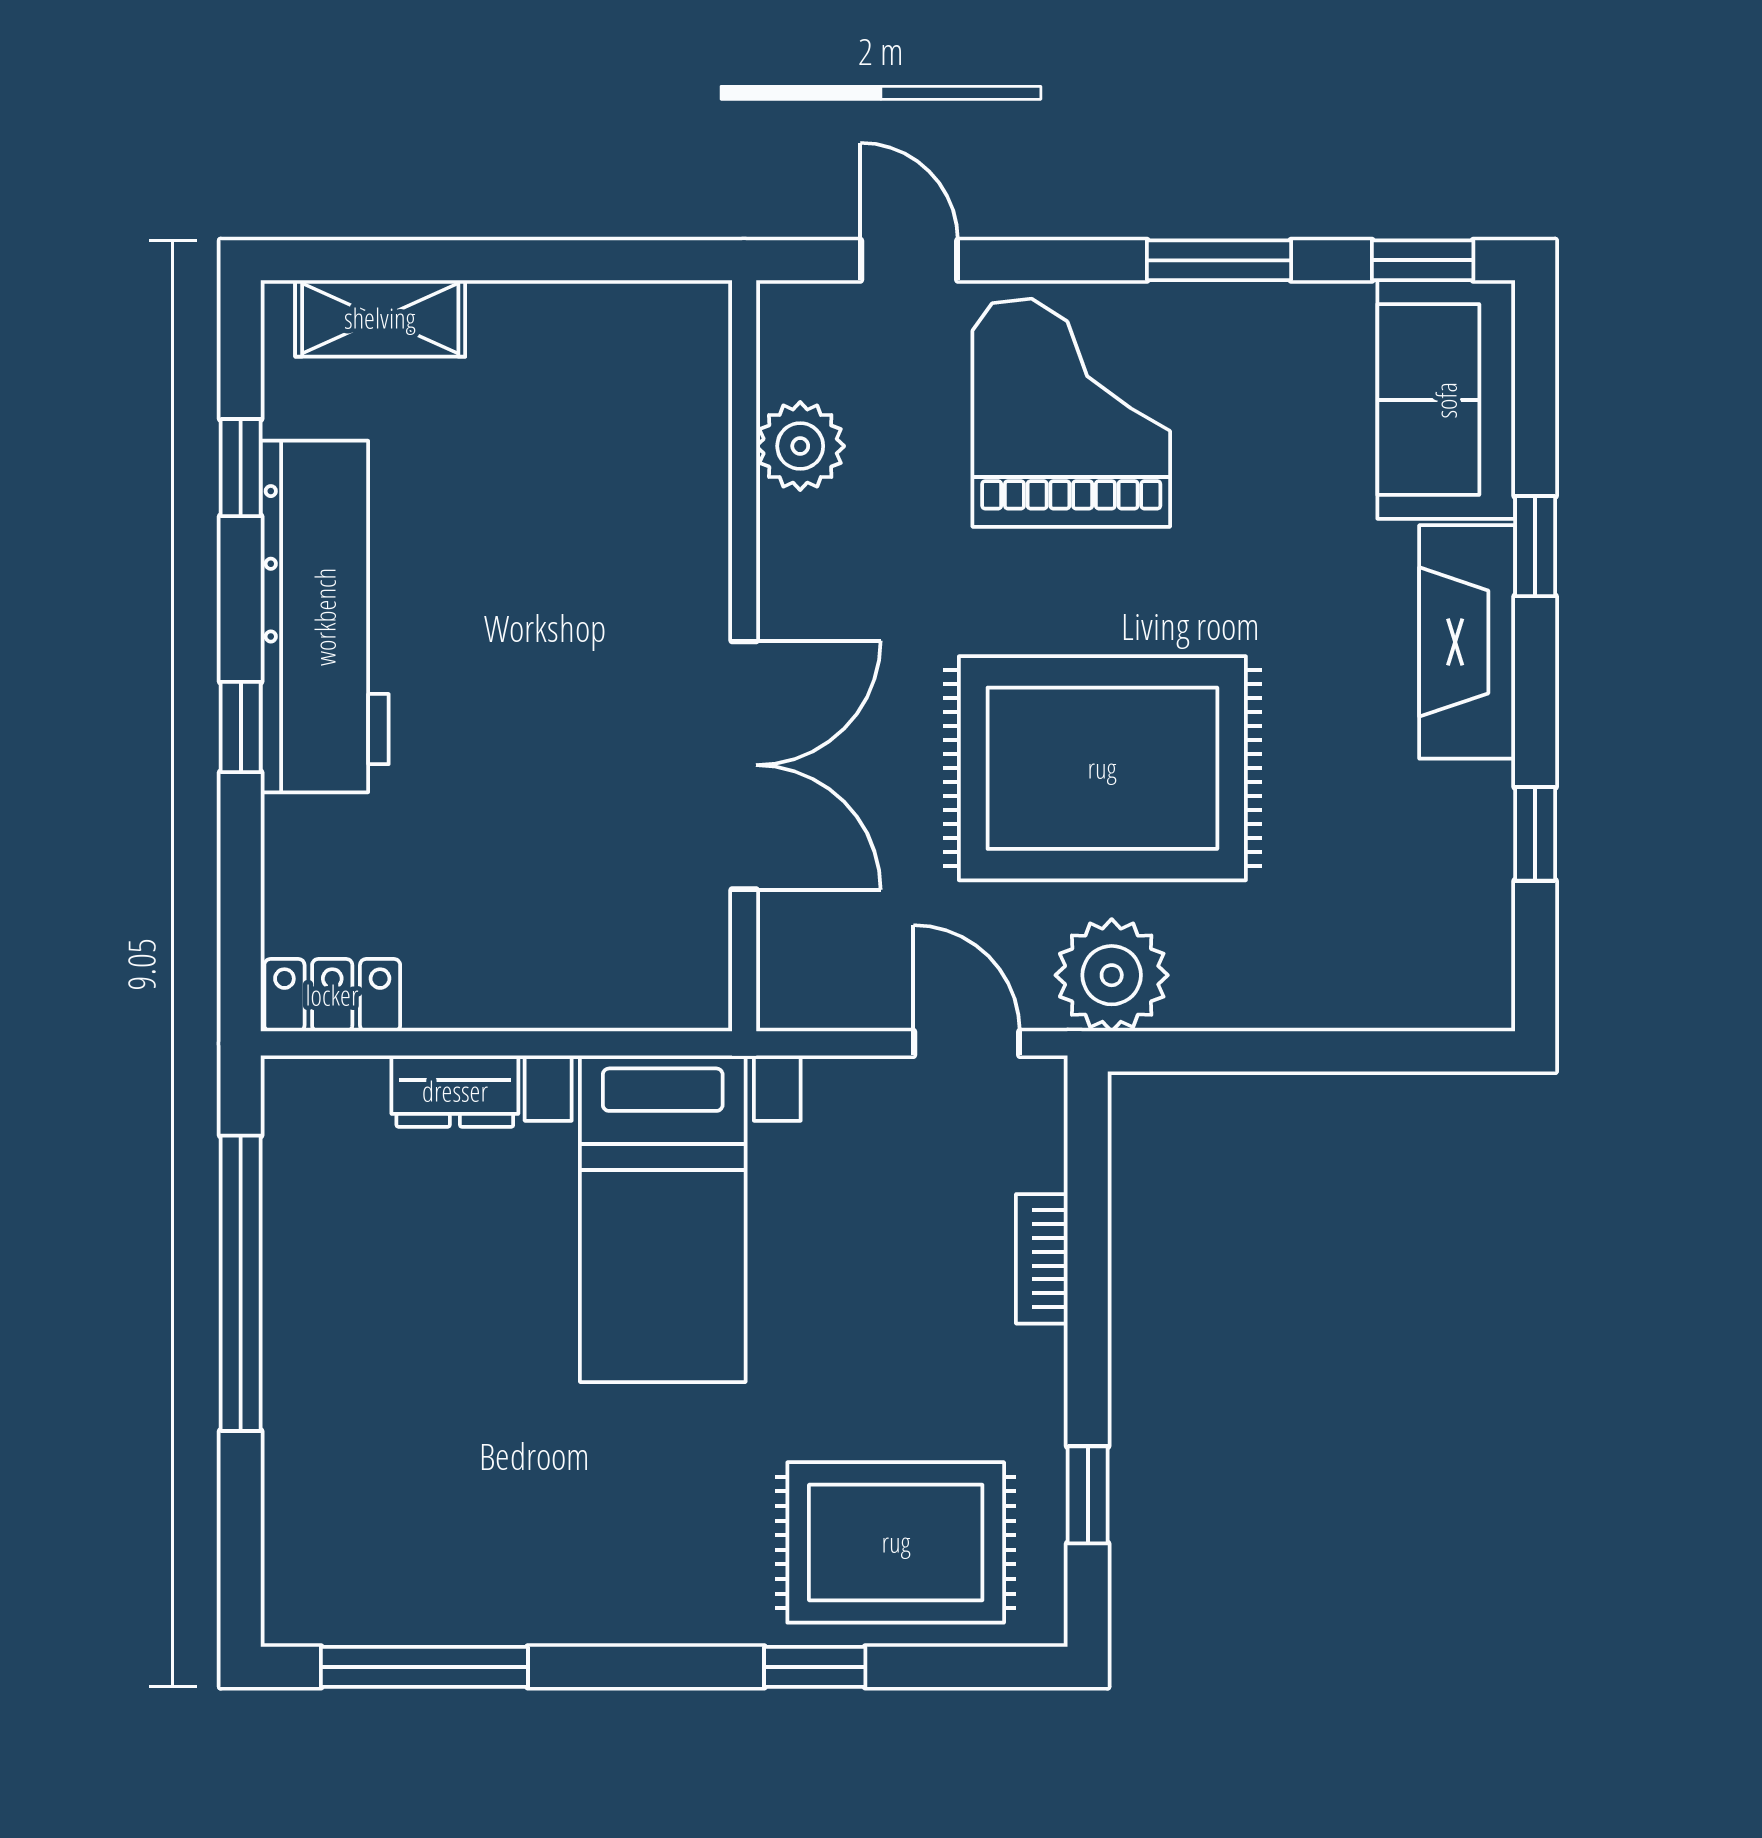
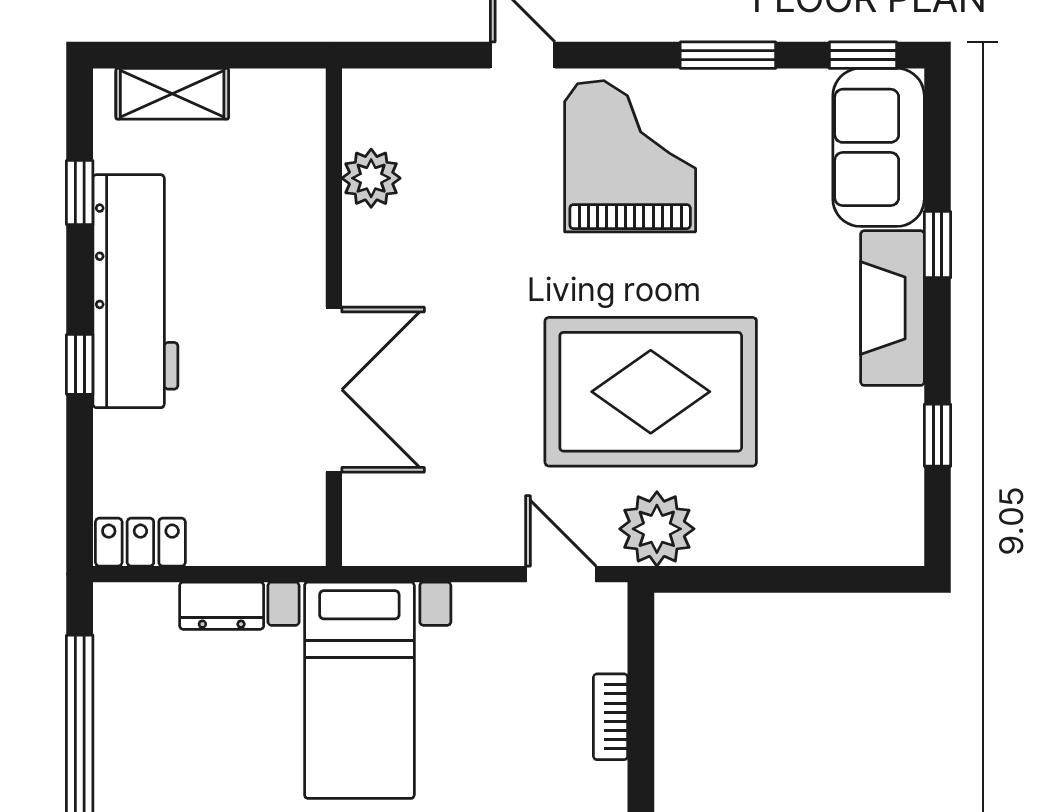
plant: (800, 446) -> (371, 178), moved
wall: (744, 656) -> (334, 317), moved
double door: (744, 765) -> (334, 390), moved

